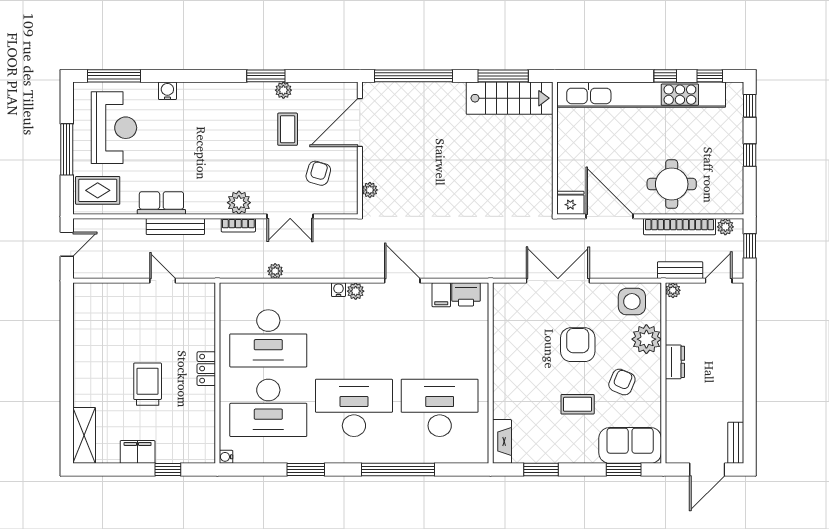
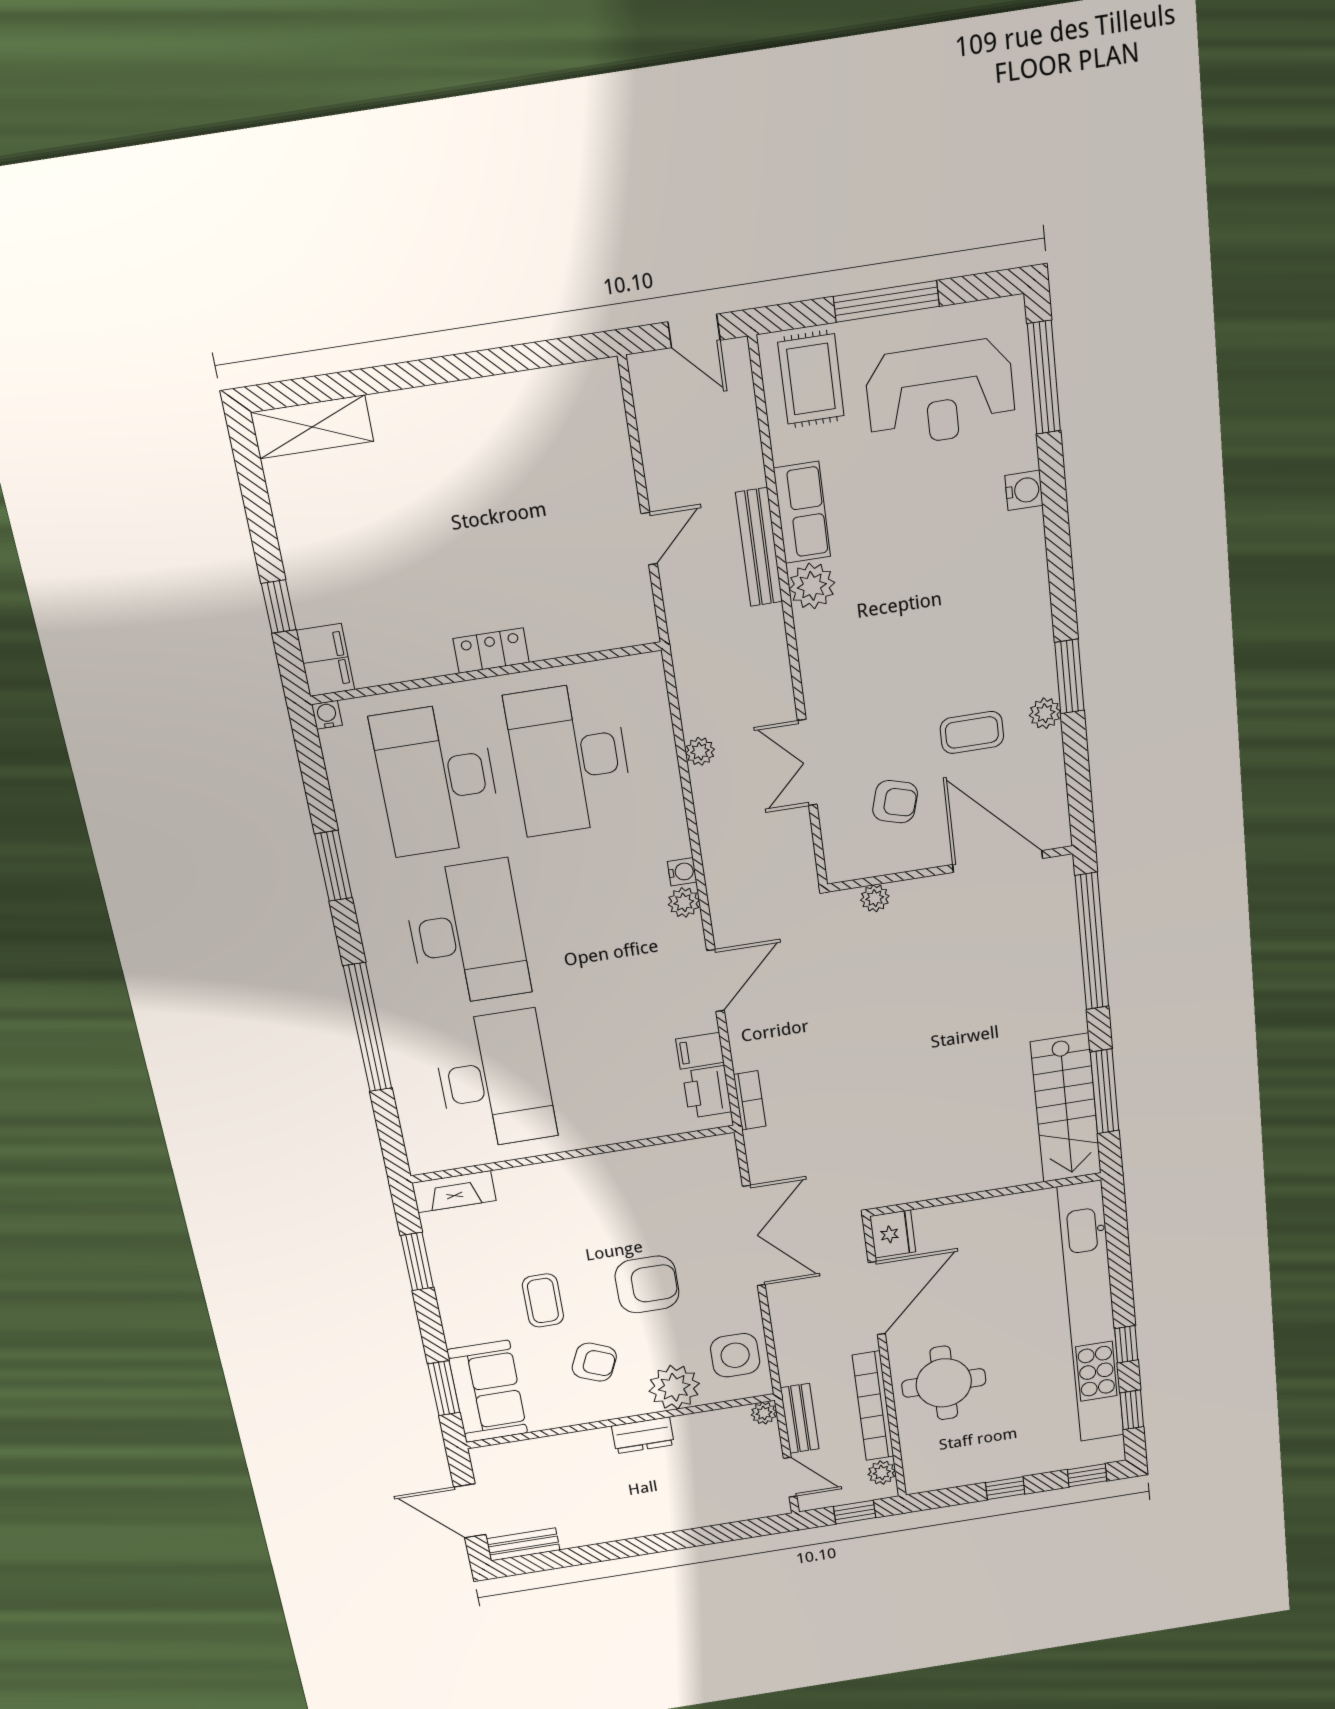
plant: (239, 203) -> (812, 586), moved
bookcase: (238, 225) -> (750, 1100), moved, turned 180
trolley: (148, 384) -> (440, 540), removed
filing cabinet: (138, 452) -> (325, 660), moved

